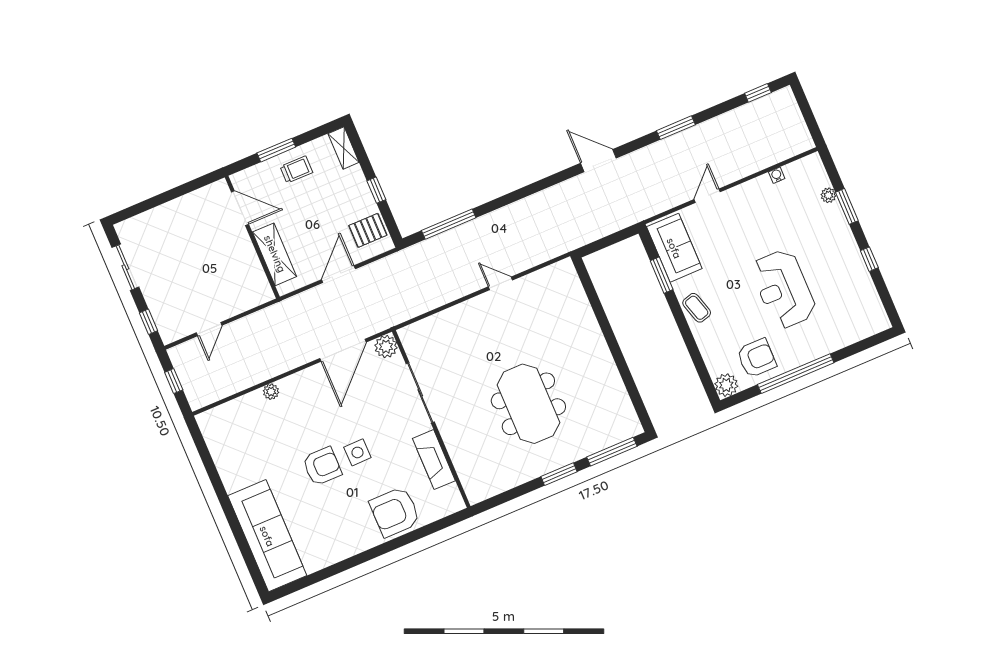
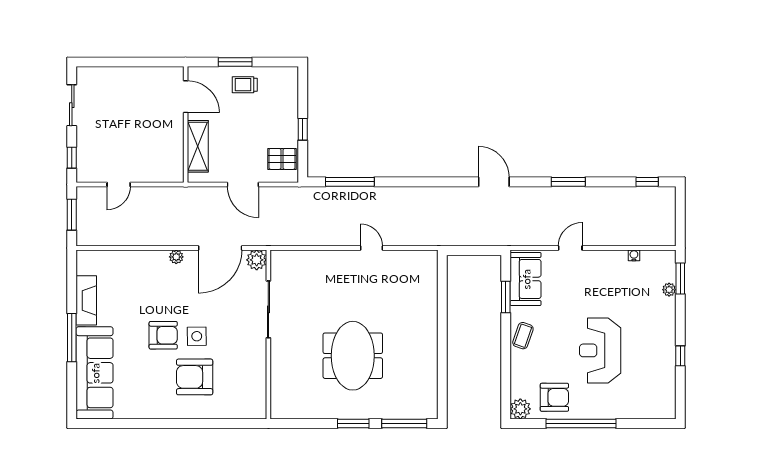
shelving: (344, 148) -> (291, 83), removed
trolley: (296, 169) -> (245, 85), turned 180
window: (847, 206) -> (680, 279), moved
door: (338, 274) -> (243, 185), swing flipped
coffee table: (697, 308) -> (523, 336), turned 36
window: (174, 381) -> (72, 215), width x1.50
plant: (271, 392) -> (176, 257), moved
fireplace: (434, 460) -> (86, 300), moved, turned 180
window: (228, 509) -> (72, 338), added
armchair: (395, 512) -> (195, 377), moved

